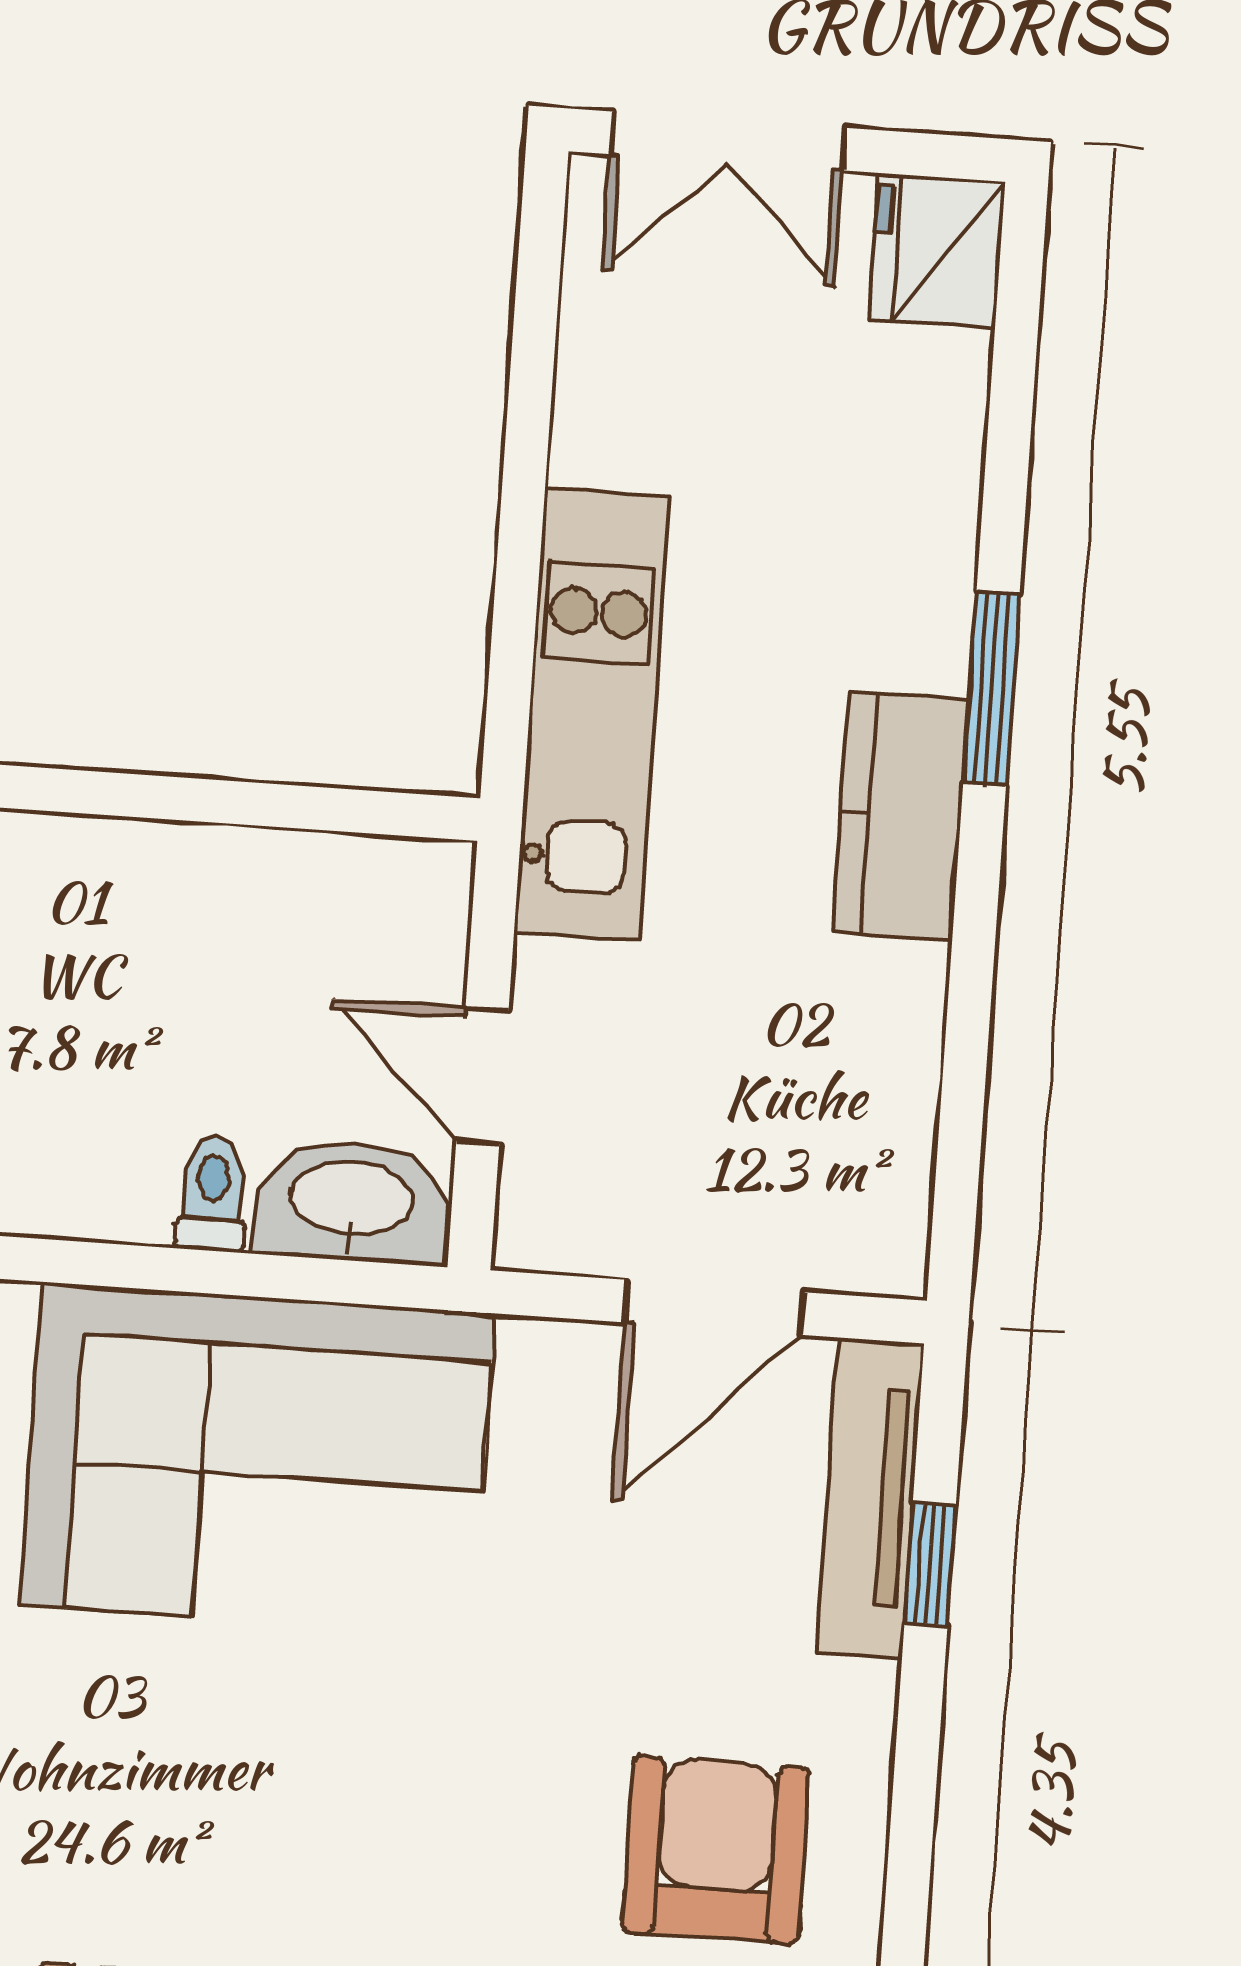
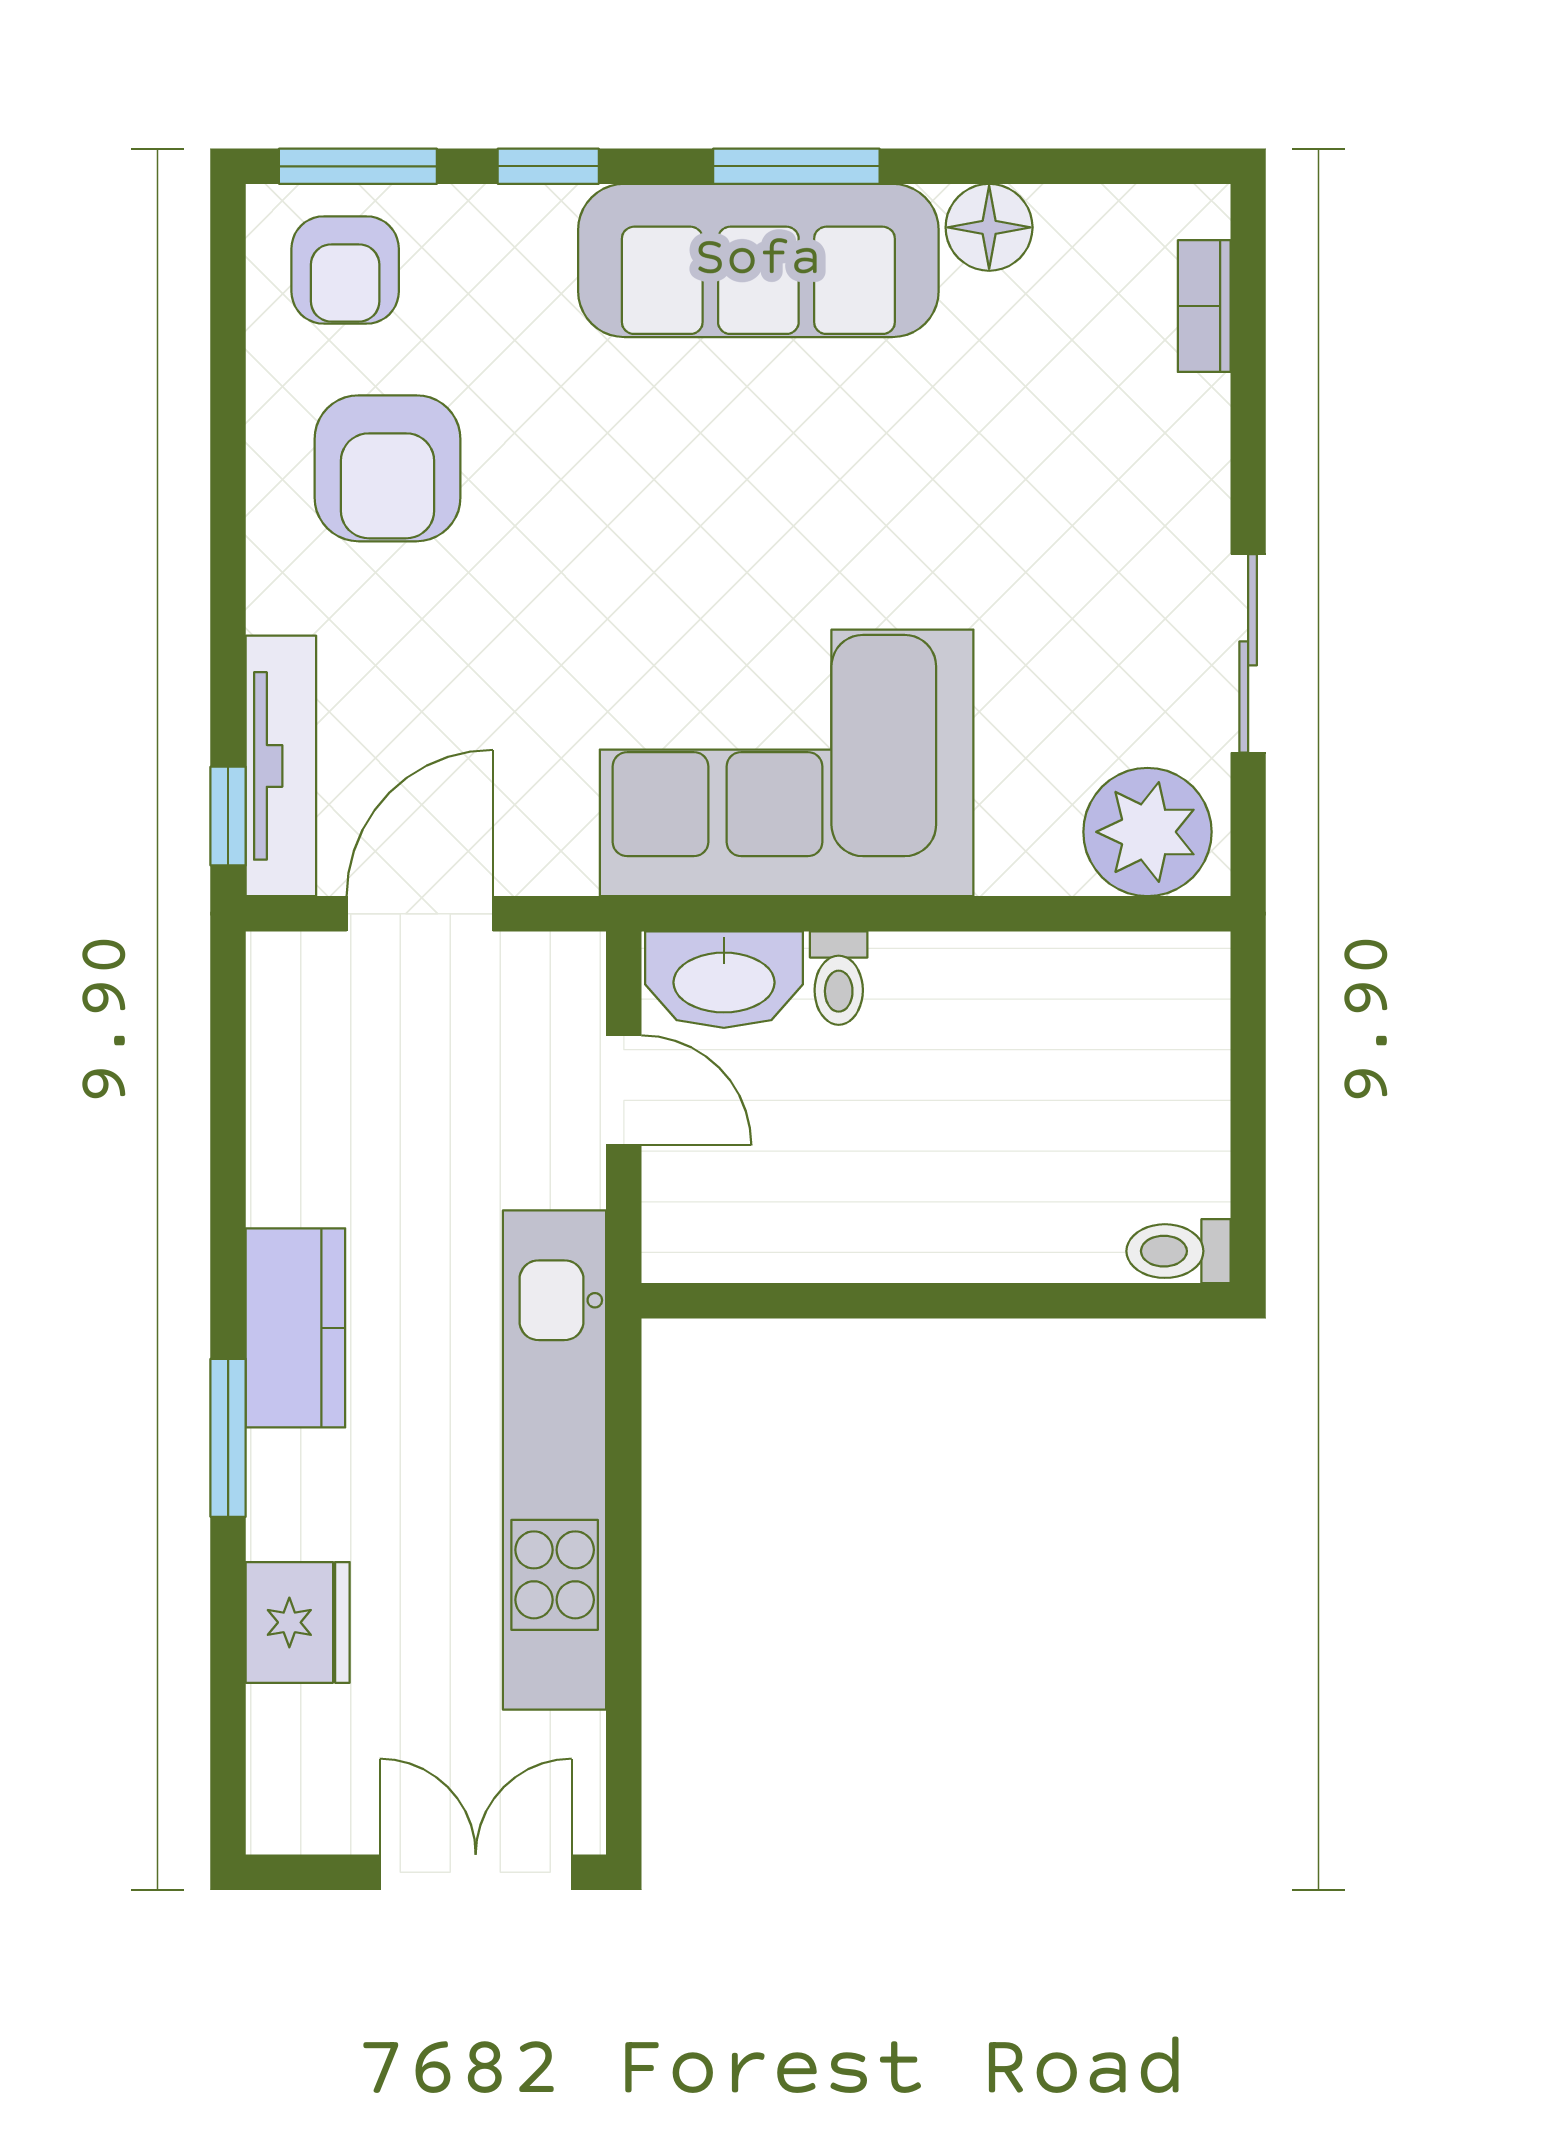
fridge: (937, 251) -> (298, 1622), moved
kitchen unit: (592, 715) -> (555, 1460), width x1.36
window: (930, 1564) -> (228, 816), moved

